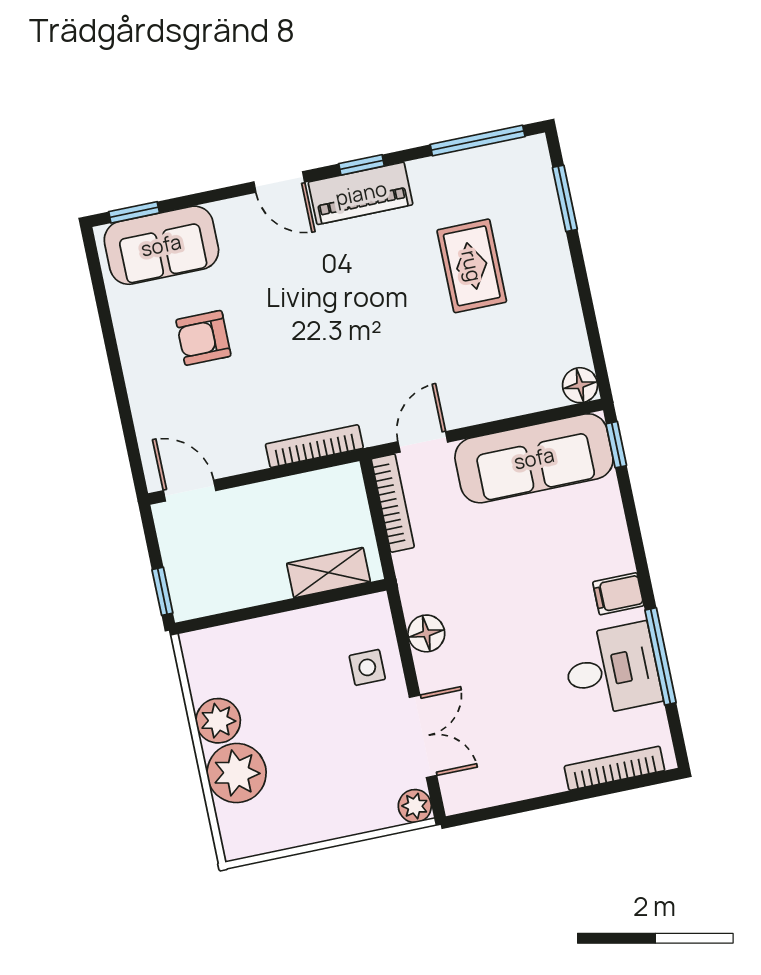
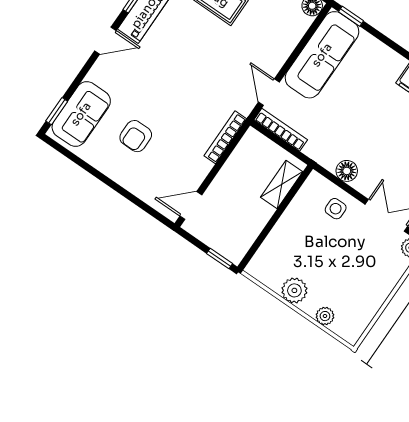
plant: (237, 773) -> (325, 316), width x0.53, depth x0.53

